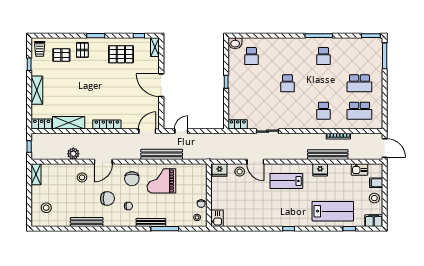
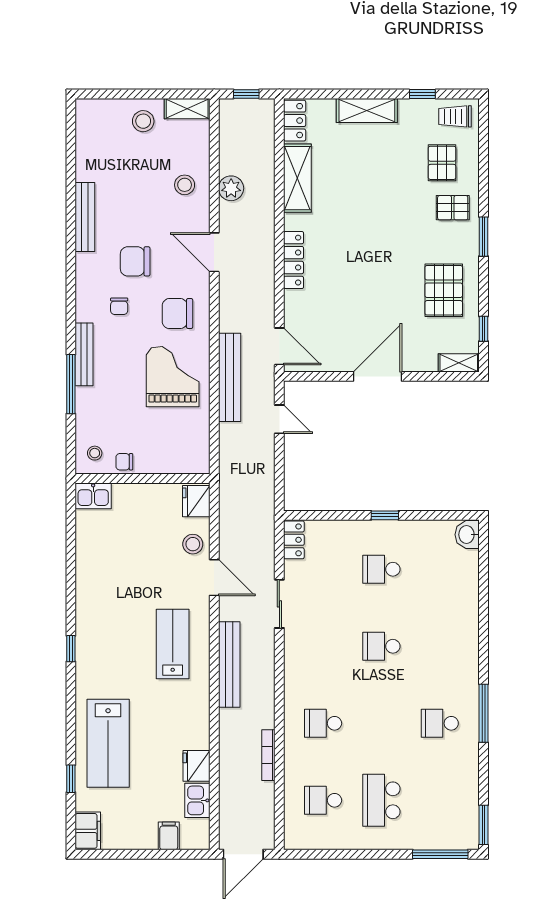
school desk: (251, 56) -> (381, 569), moved
school desk: (359, 111) -> (323, 800), width x0.54
bench: (328, 155) -> (229, 664), moved
door: (255, 162) -> (214, 578), swing flipped
fridge: (320, 170) -> (196, 766), moved
stool: (82, 177) -> (185, 185), moved
stool: (374, 198) -> (136, 832), removed
chair: (107, 199) -> (135, 261), turned 90
stool: (46, 208) -> (143, 121), moved

